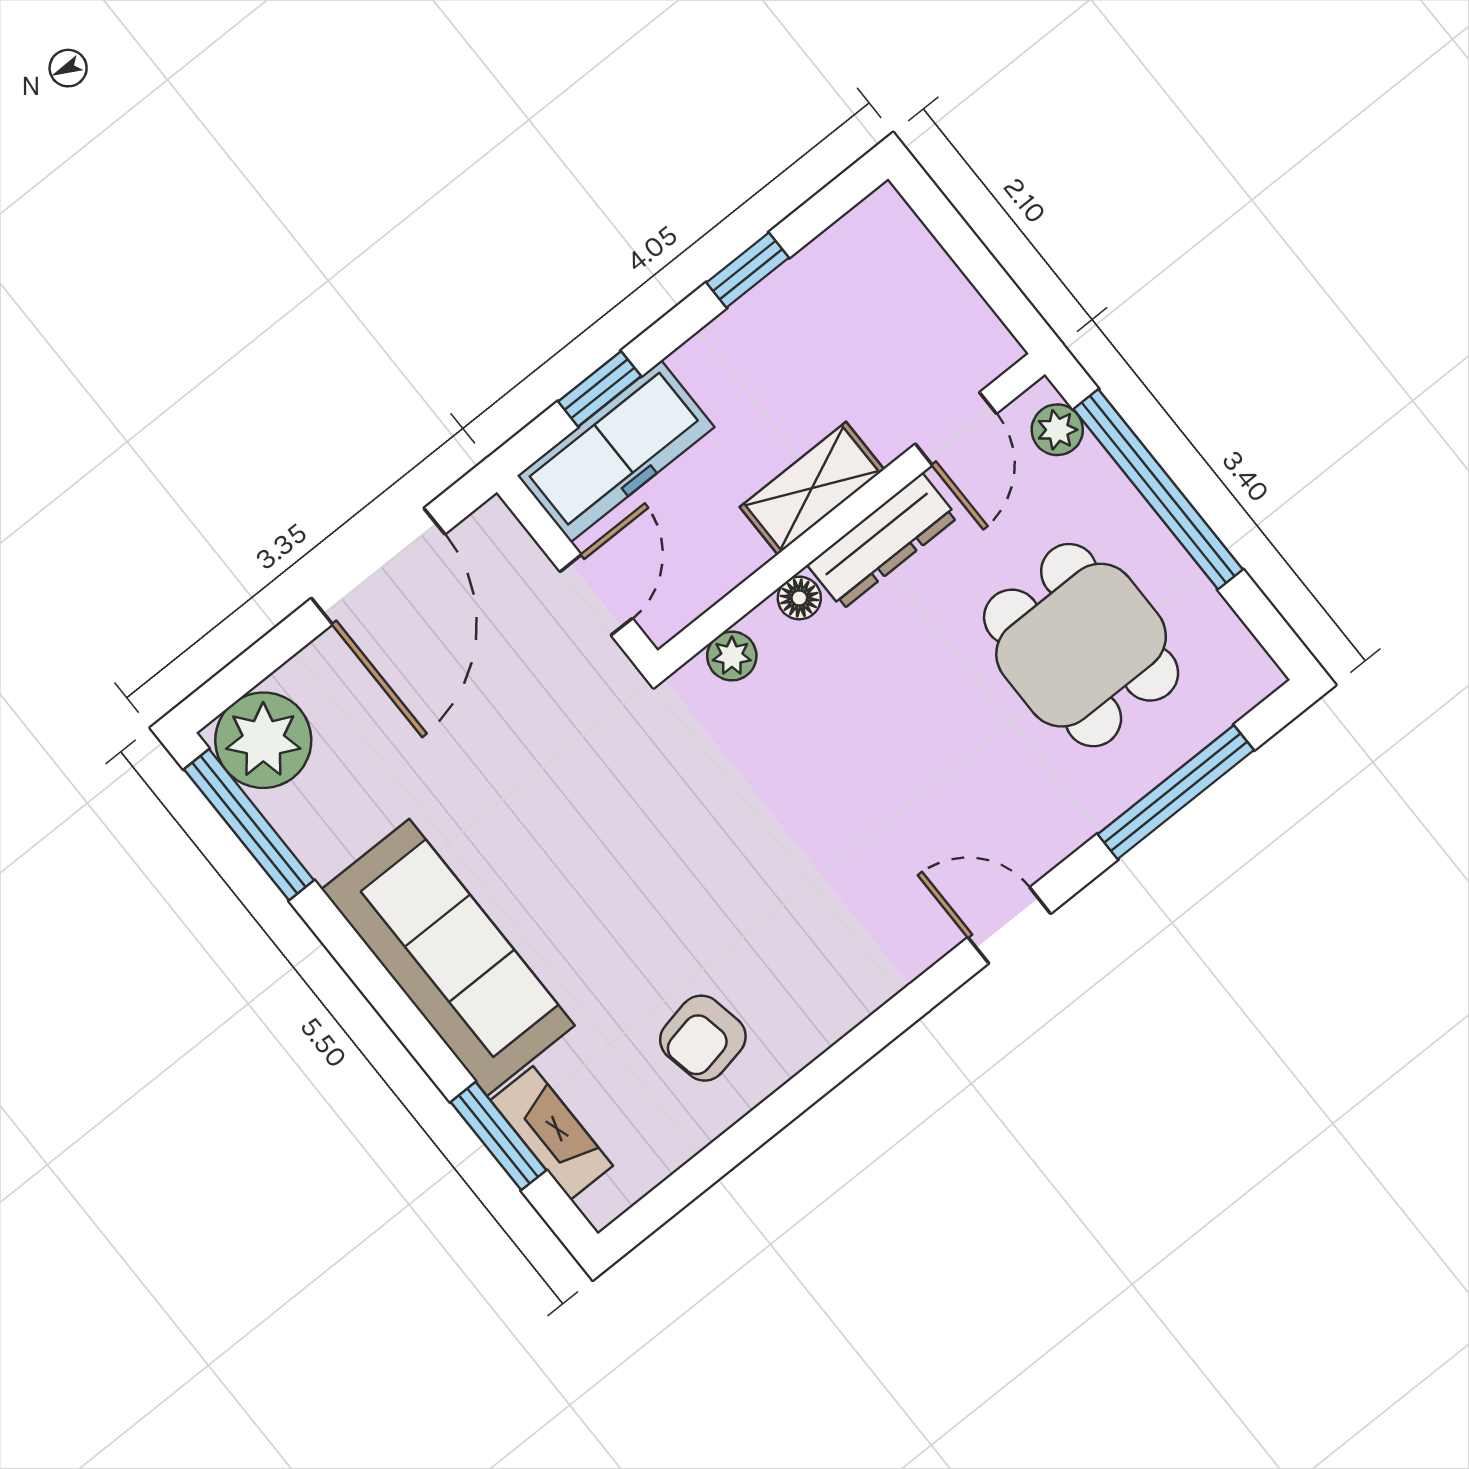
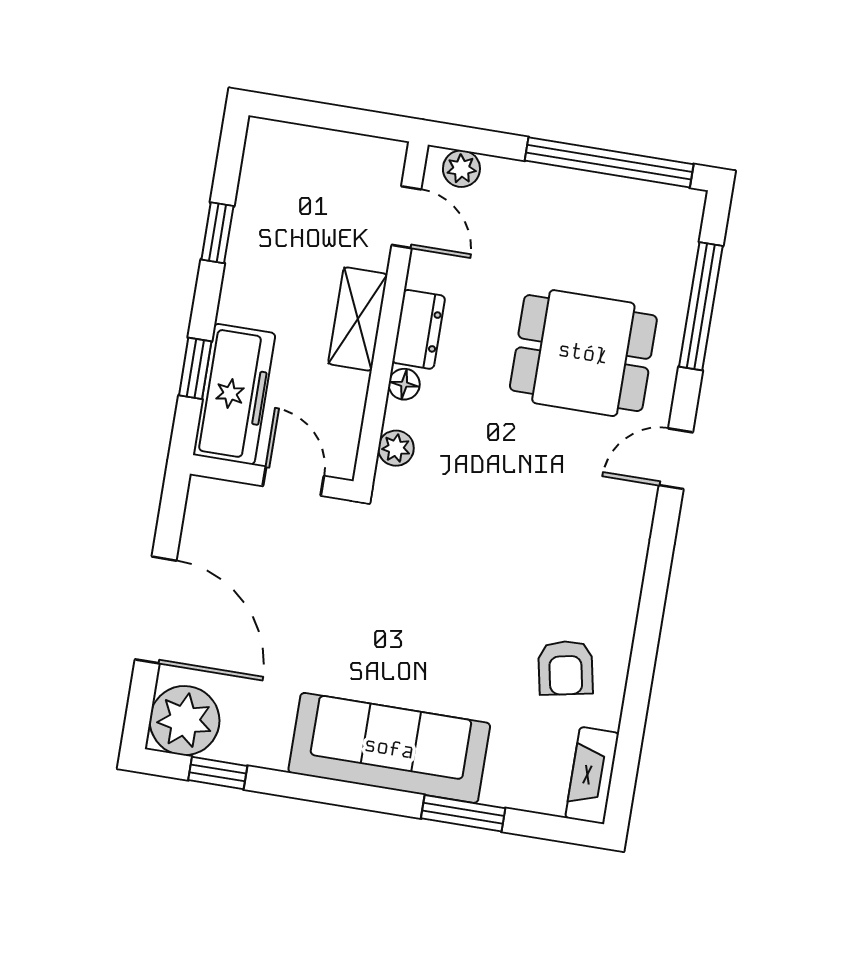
window: (1158, 489) -> (609, 162), moved
dresser: (882, 541) -> (419, 329), width x0.70
door: (378, 566) -> (156, 610), moved
dining table: (1081, 645) -> (583, 353), moved
window: (249, 825) -> (218, 773), width x0.46
fireplace: (552, 1133) -> (592, 775), moved, turned -90
window: (498, 1136) -> (463, 813), moved

